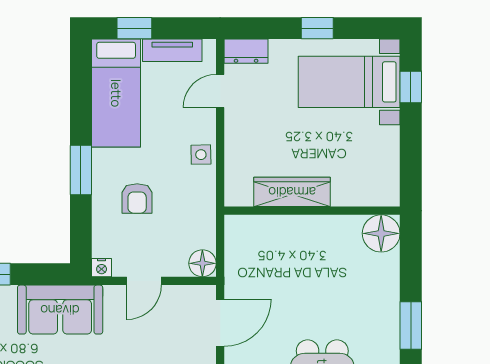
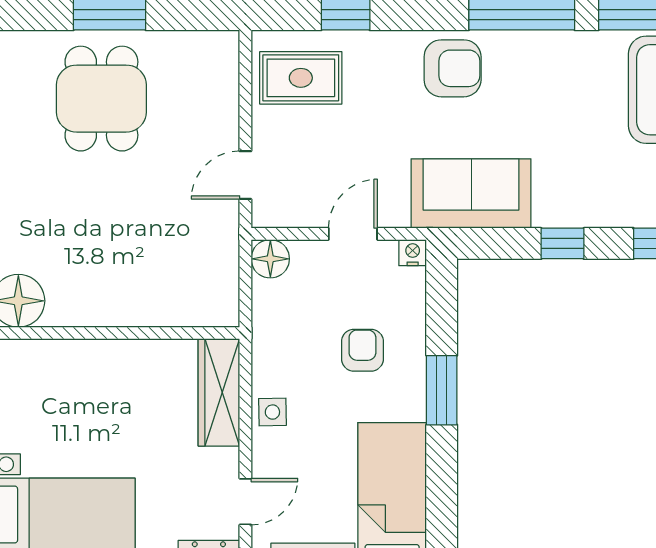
wardrobe: (292, 192) -> (219, 392), moved, turned 90
door: (220, 323) -> (245, 175), width x0.73

